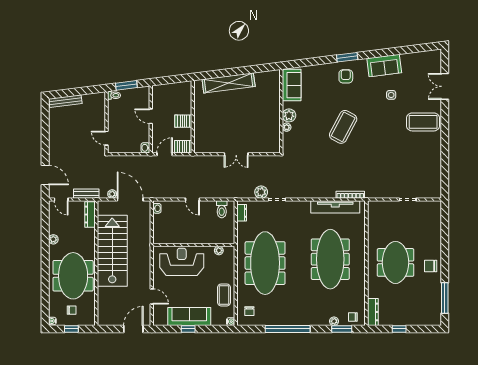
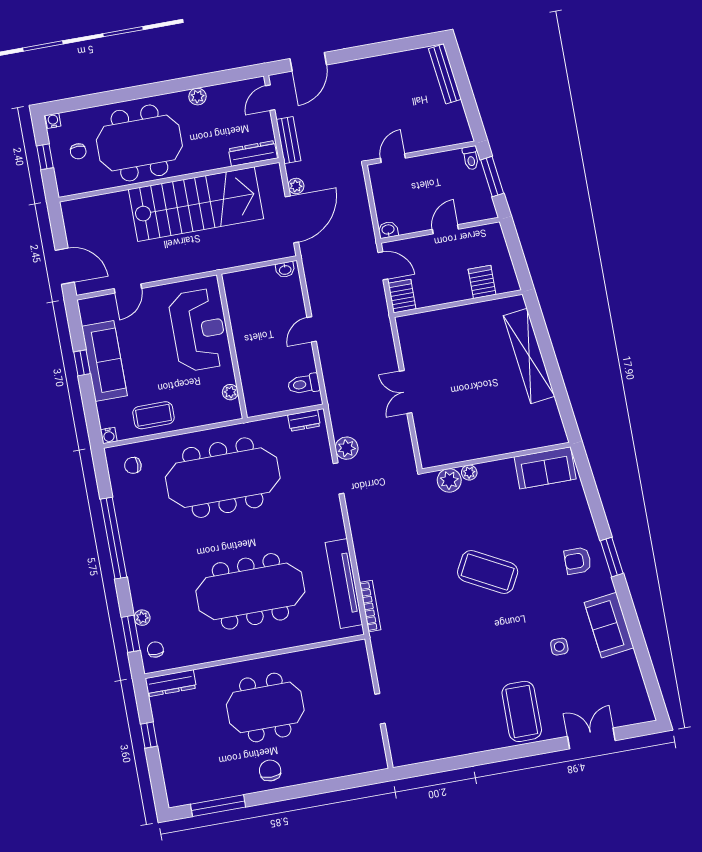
armchair: (346, 76) -> (578, 561), turned 180
plant: (289, 115) -> (449, 480), moved
server rack: (183, 121) -> (482, 282), moved

